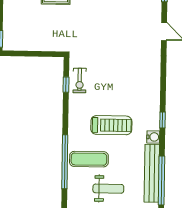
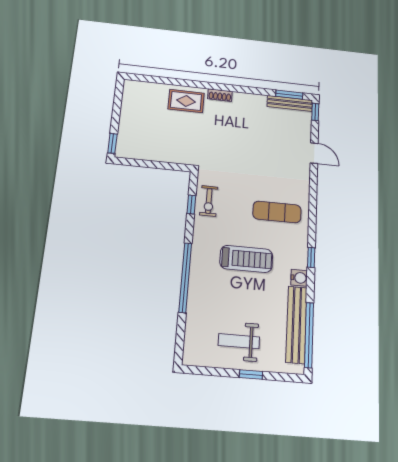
exercise mat: (89, 159) -> (277, 212), moved
window: (65, 162) -> (185, 277), moved
weight bench: (108, 189) -> (239, 341), turned 180

